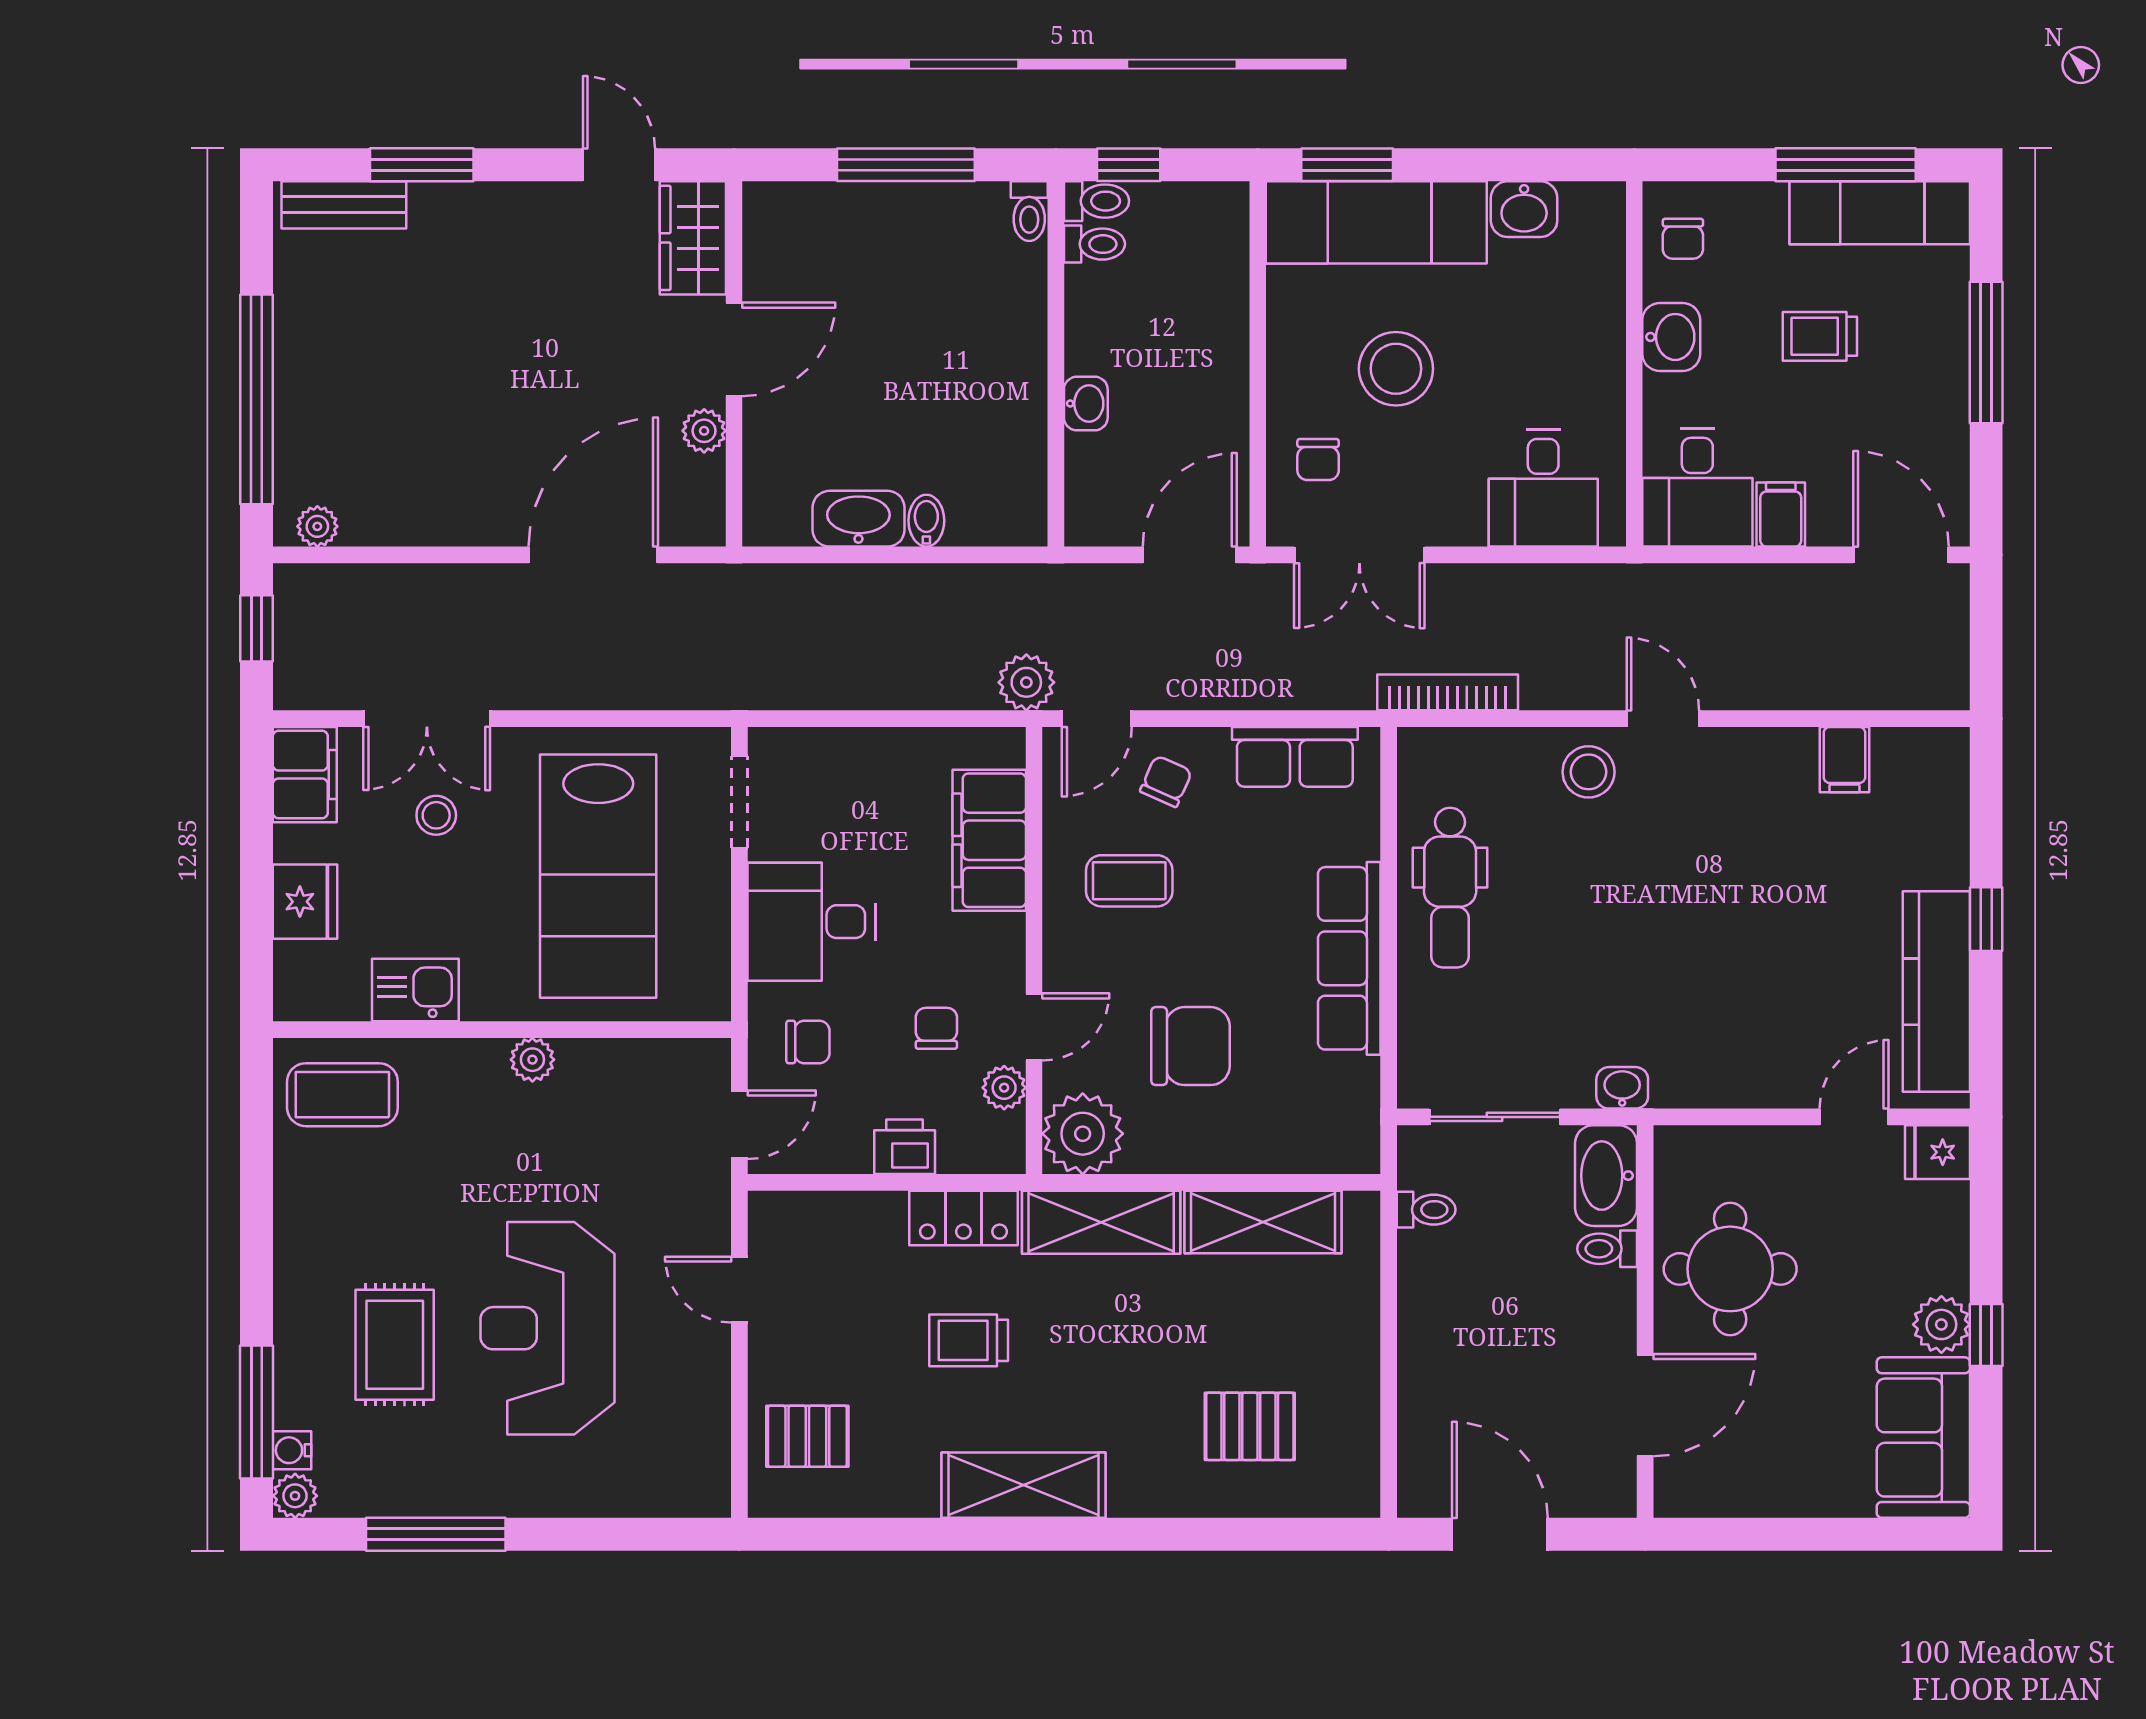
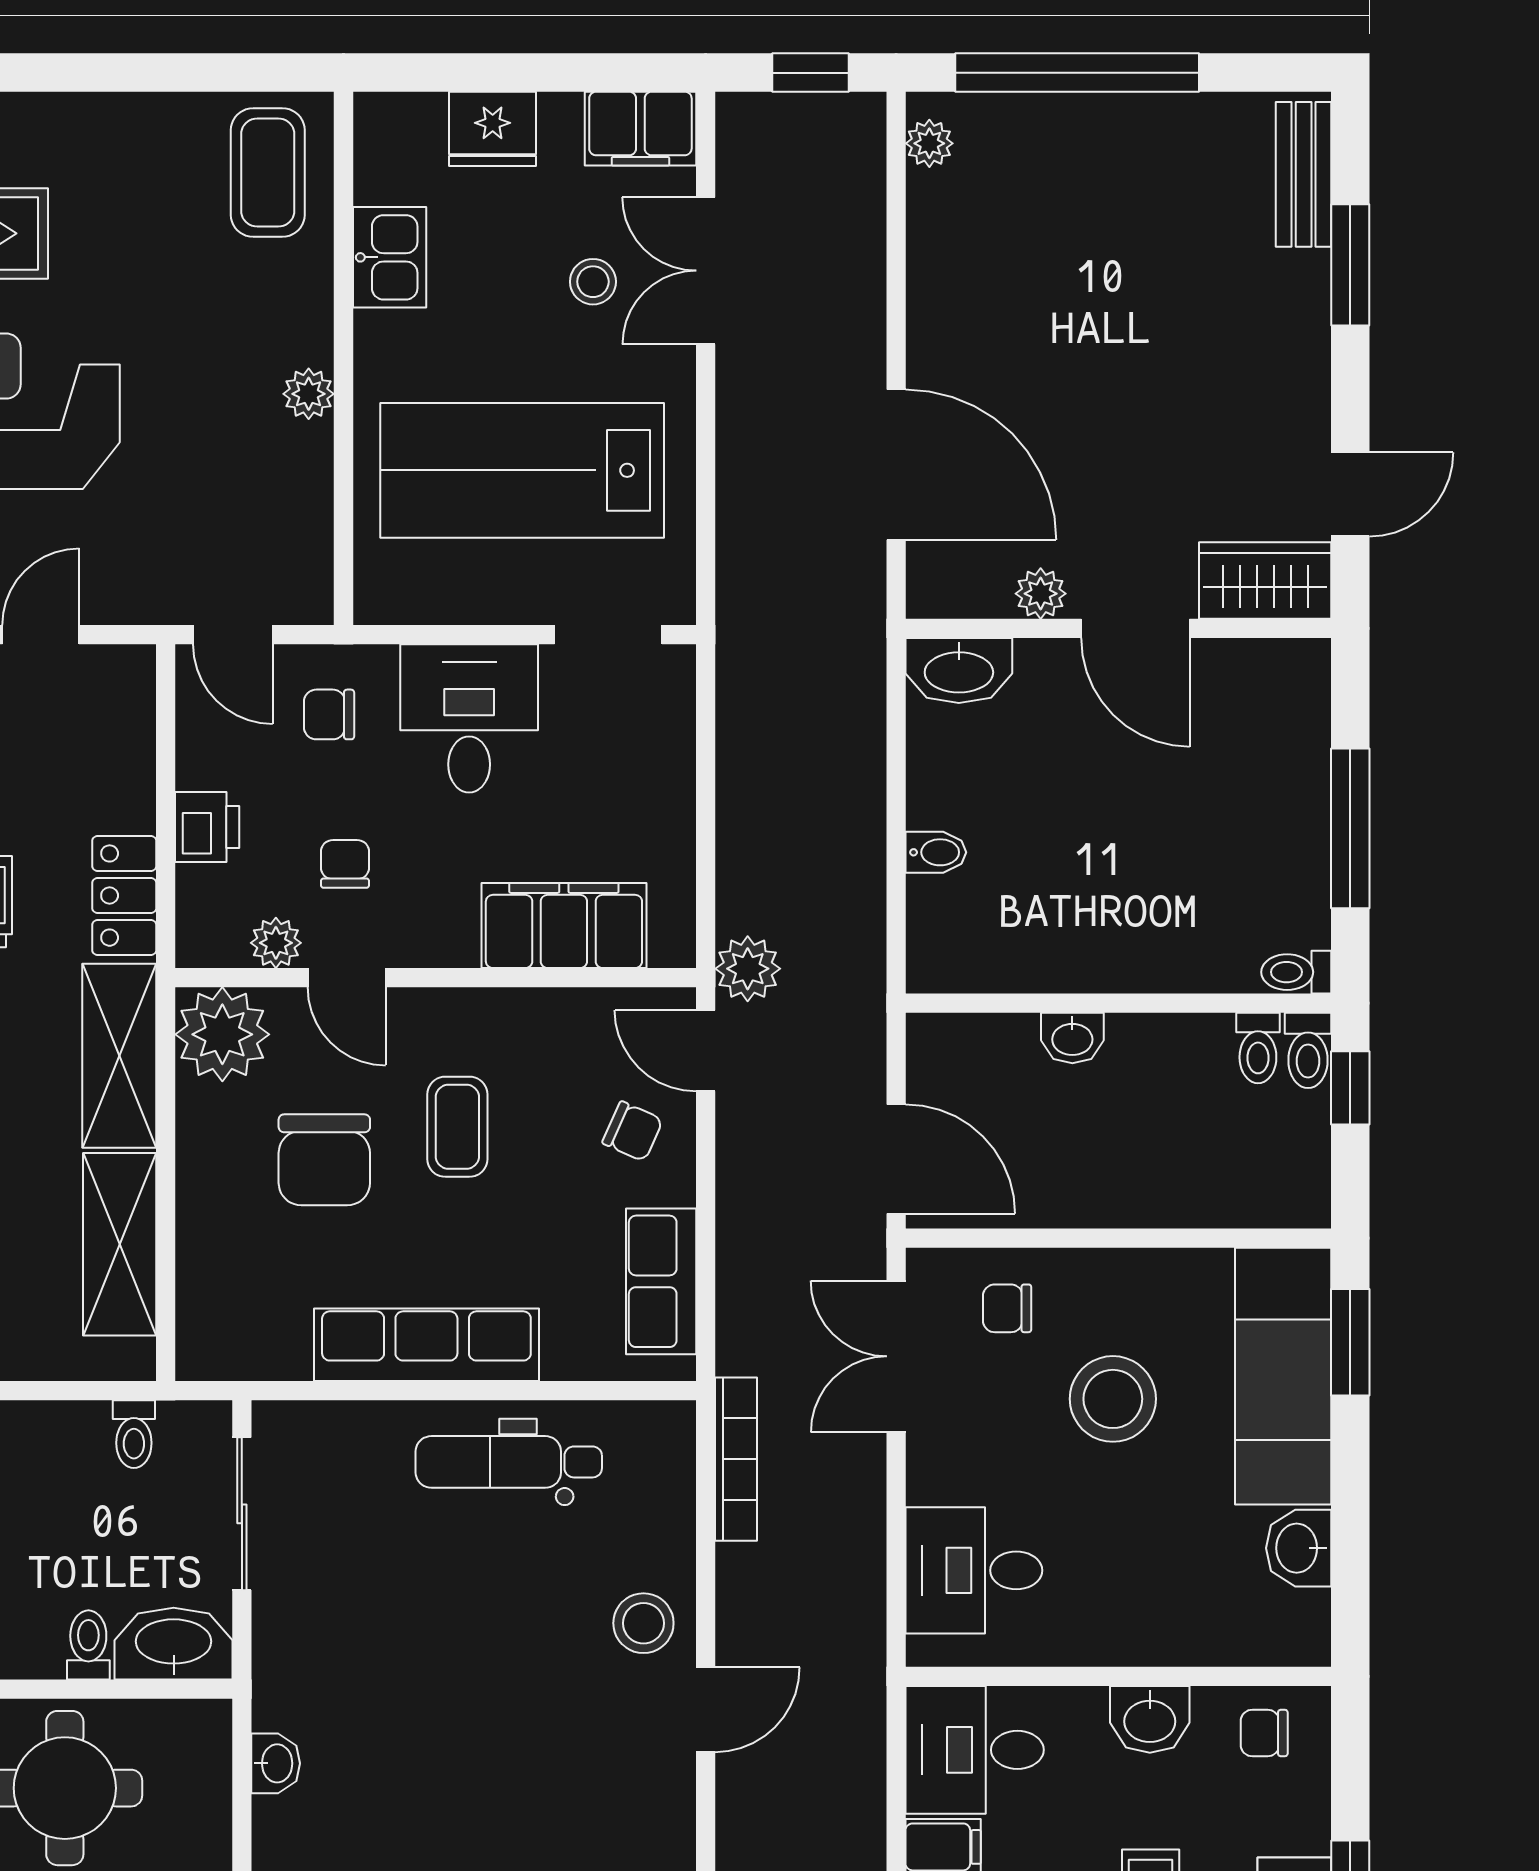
washbasin: (858, 519) -> (959, 670), moved, turned 90
coffee table: (1129, 881) -> (457, 1127), moved
chair: (936, 1028) -> (345, 864), turned -90
chair: (808, 1042) -> (329, 714), turned 90
washbasin: (1622, 1088) -> (276, 1763), moved

